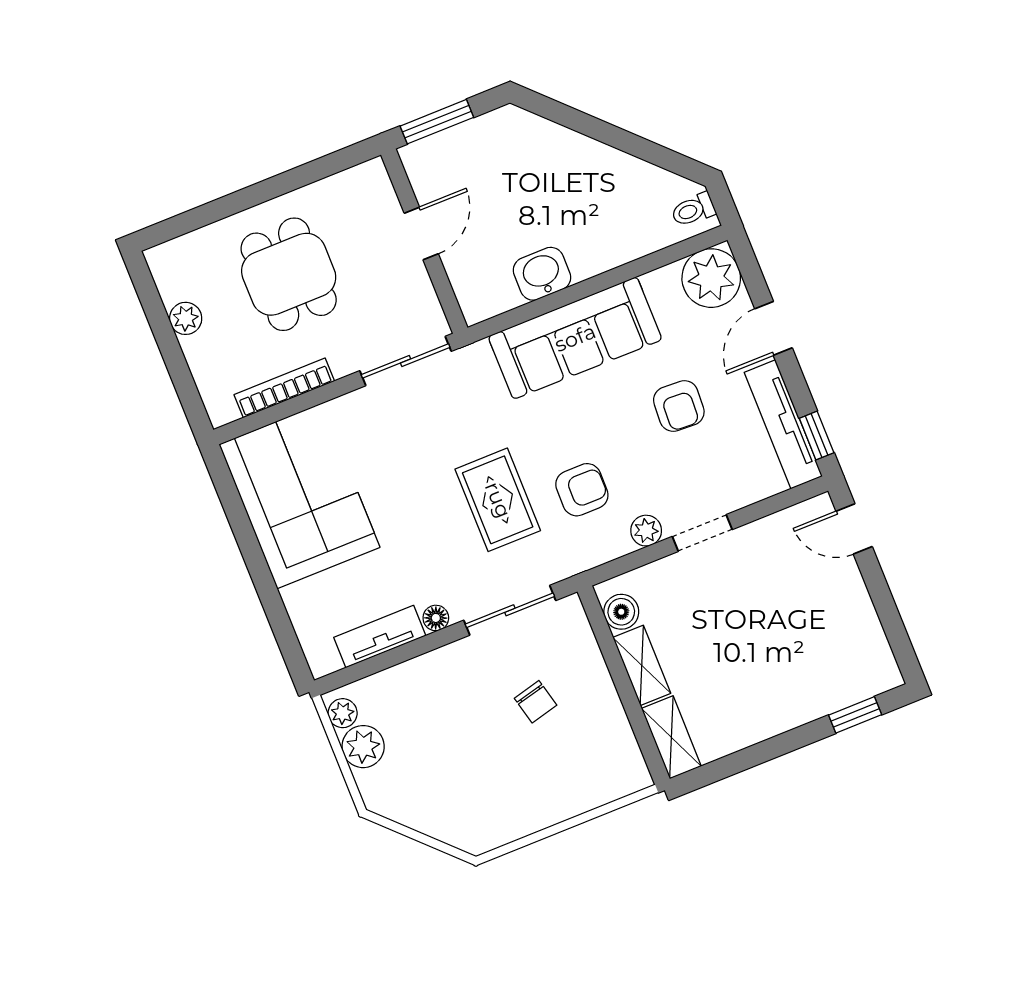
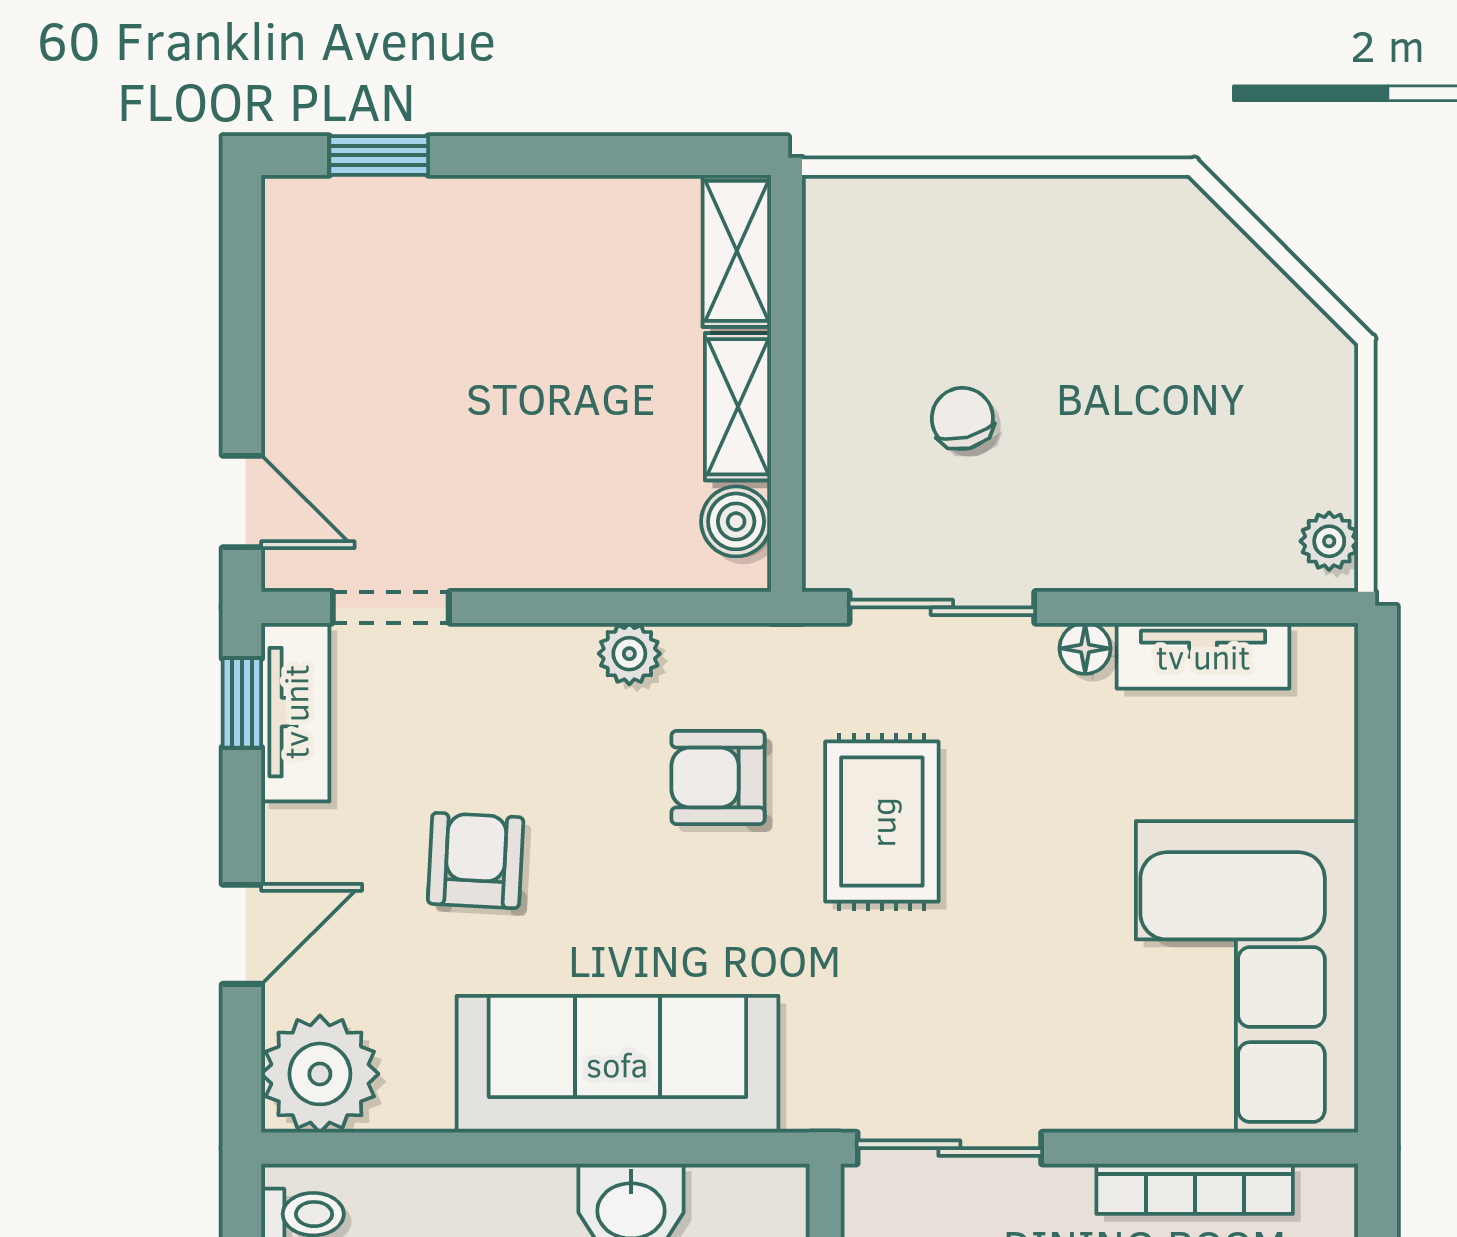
tv unit: (783, 424) -> (295, 712), width x0.71
doorway: (702, 533) -> (391, 607), moved
plant: (363, 747) -> (1316, 464), removed

